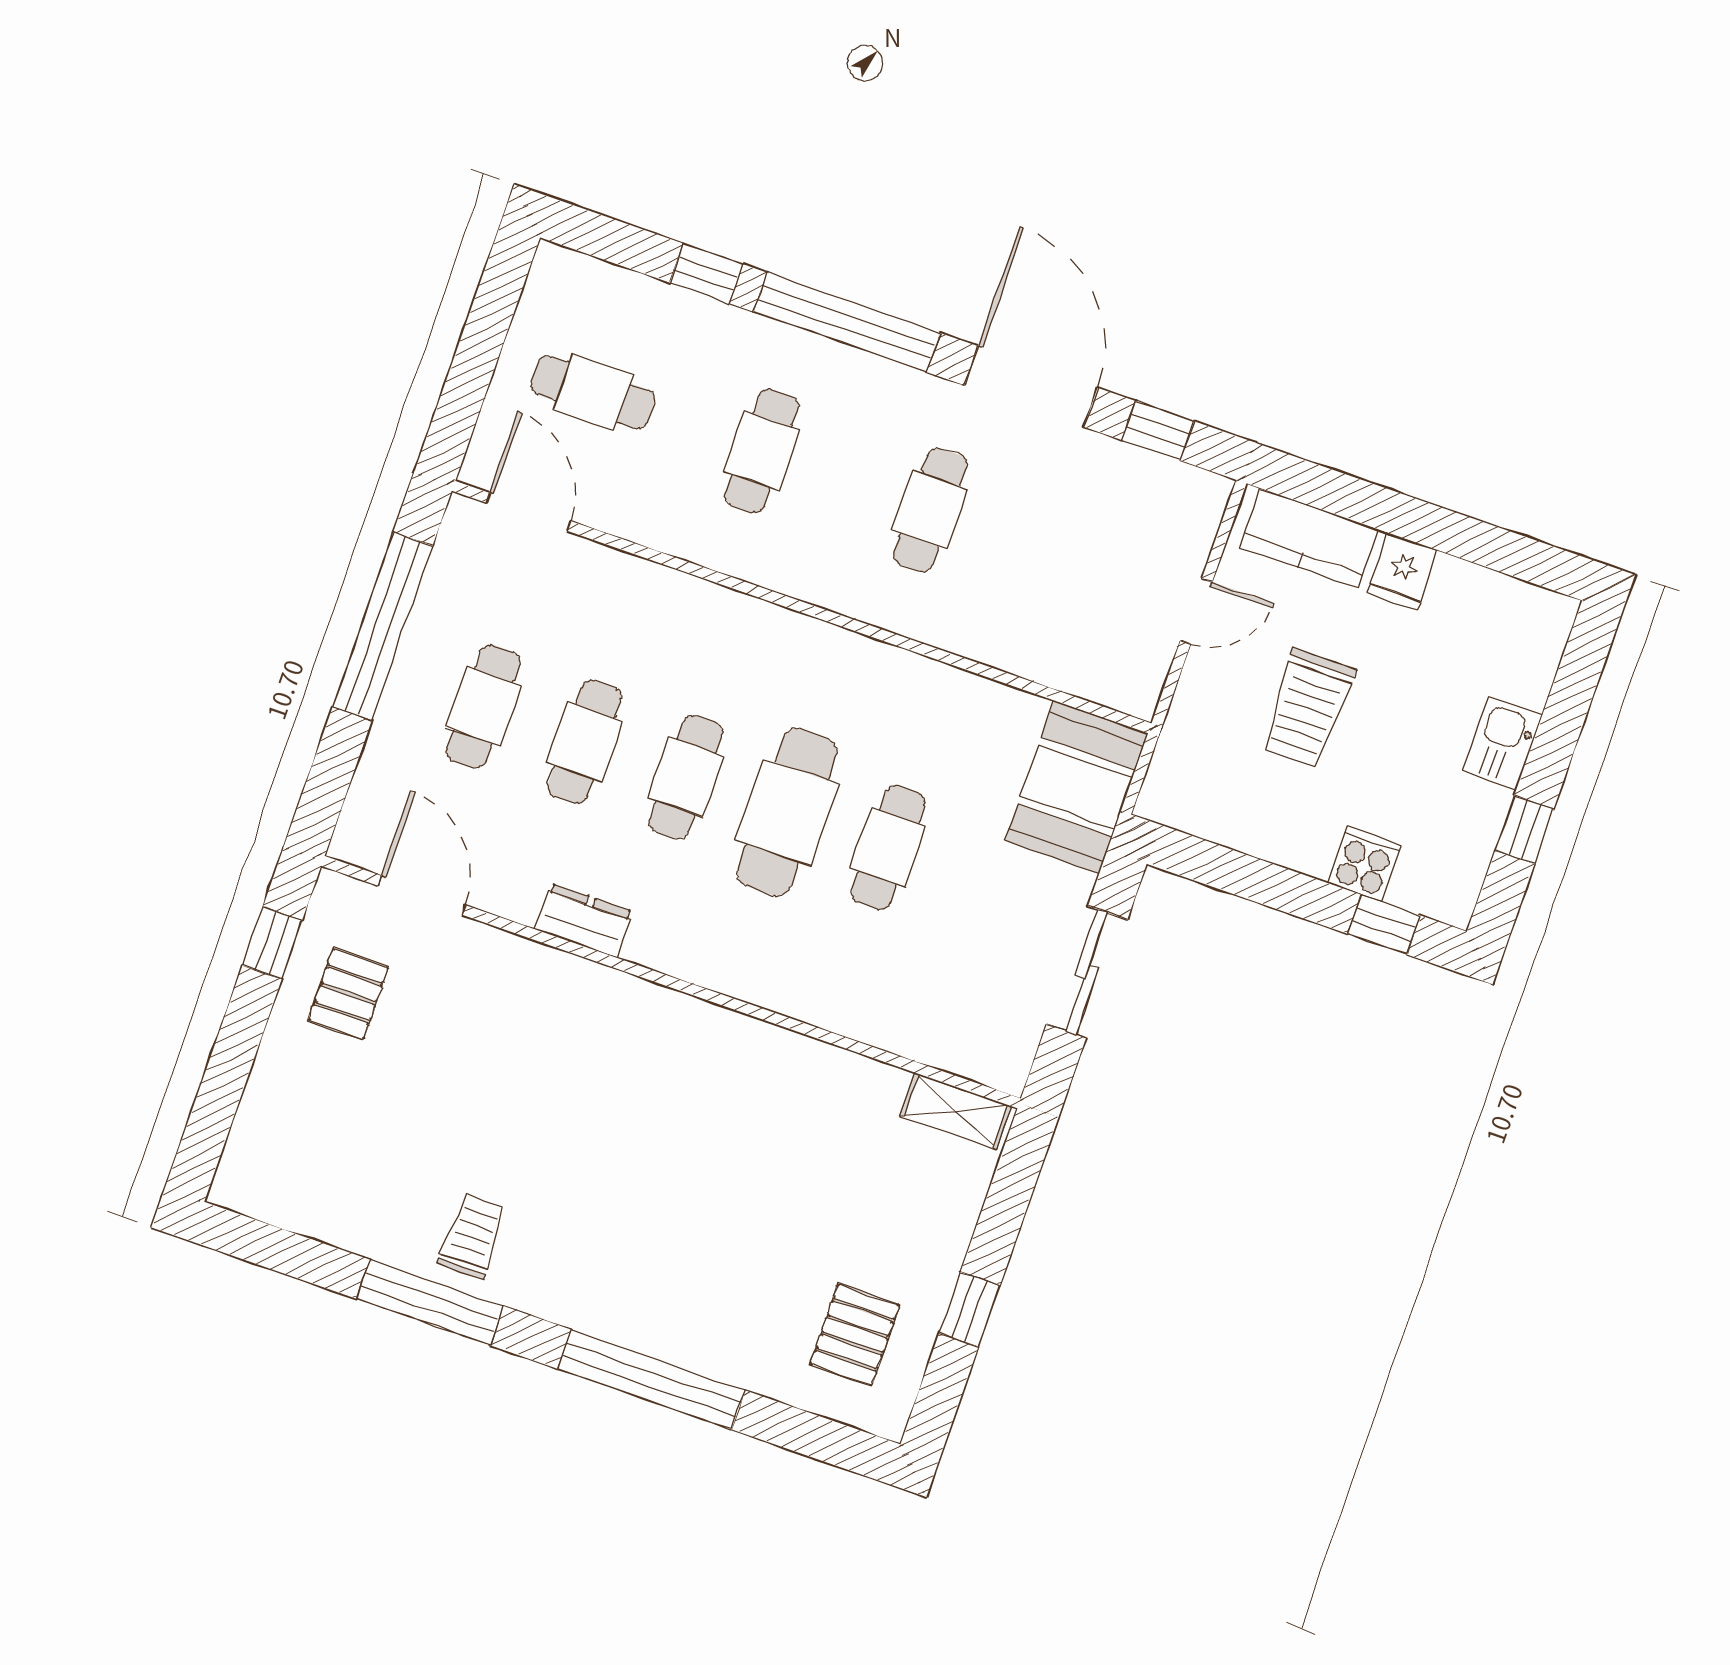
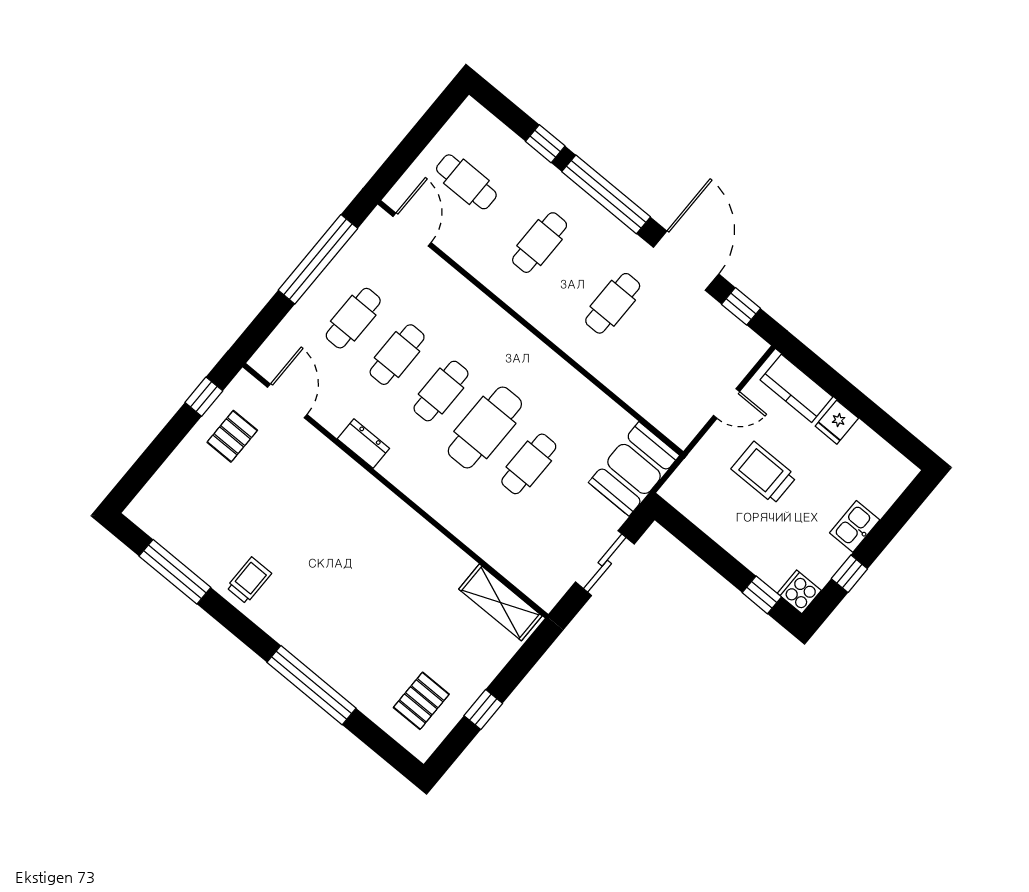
trolley: (1307, 708) -> (764, 473), turned 90
cooker: (1364, 864) -> (799, 592), moved, turned -90
shelving: (956, 1111) -> (500, 602), width x1.50, depth x1.33
window: (430, 1302) -> (175, 572), moved

